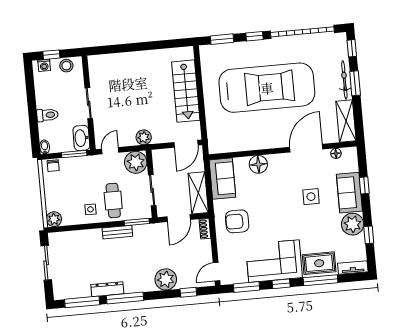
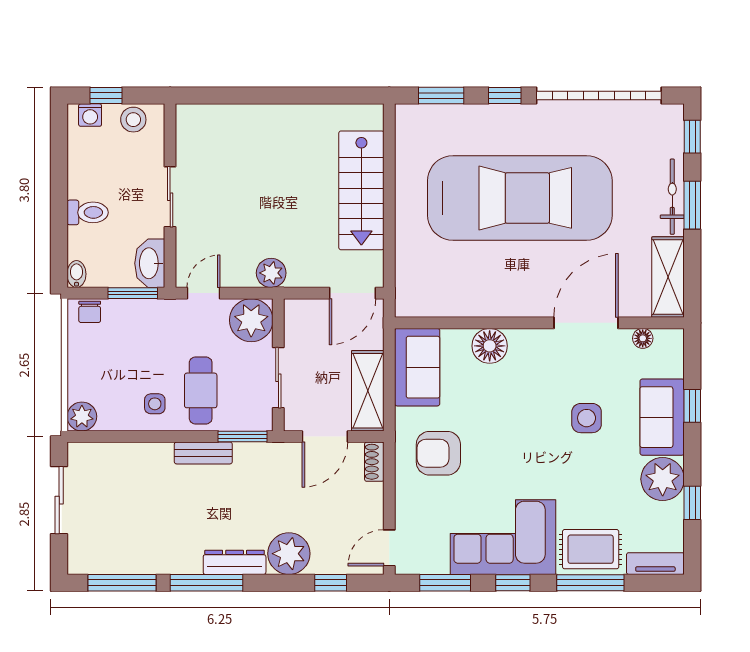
dresser: (107, 289) -> (235, 562), moved

